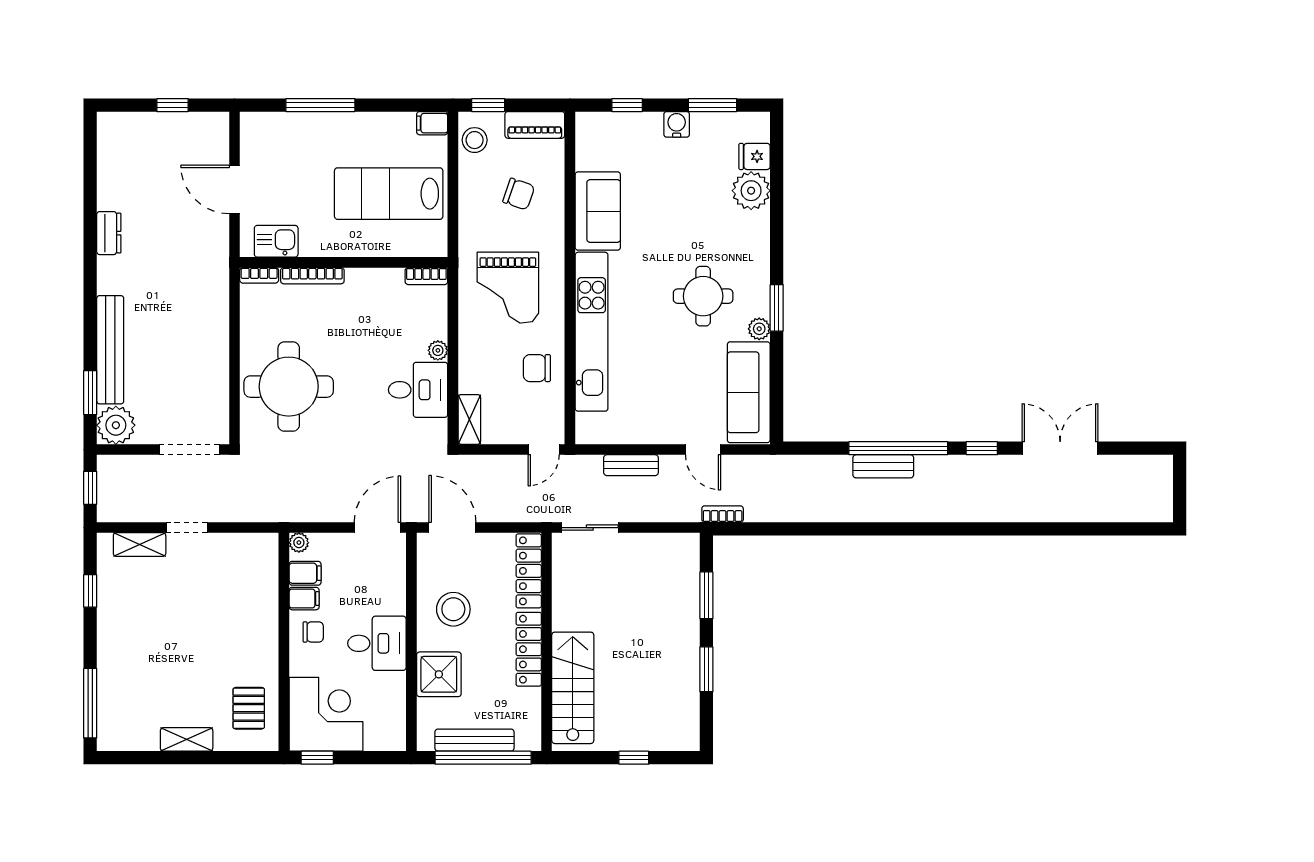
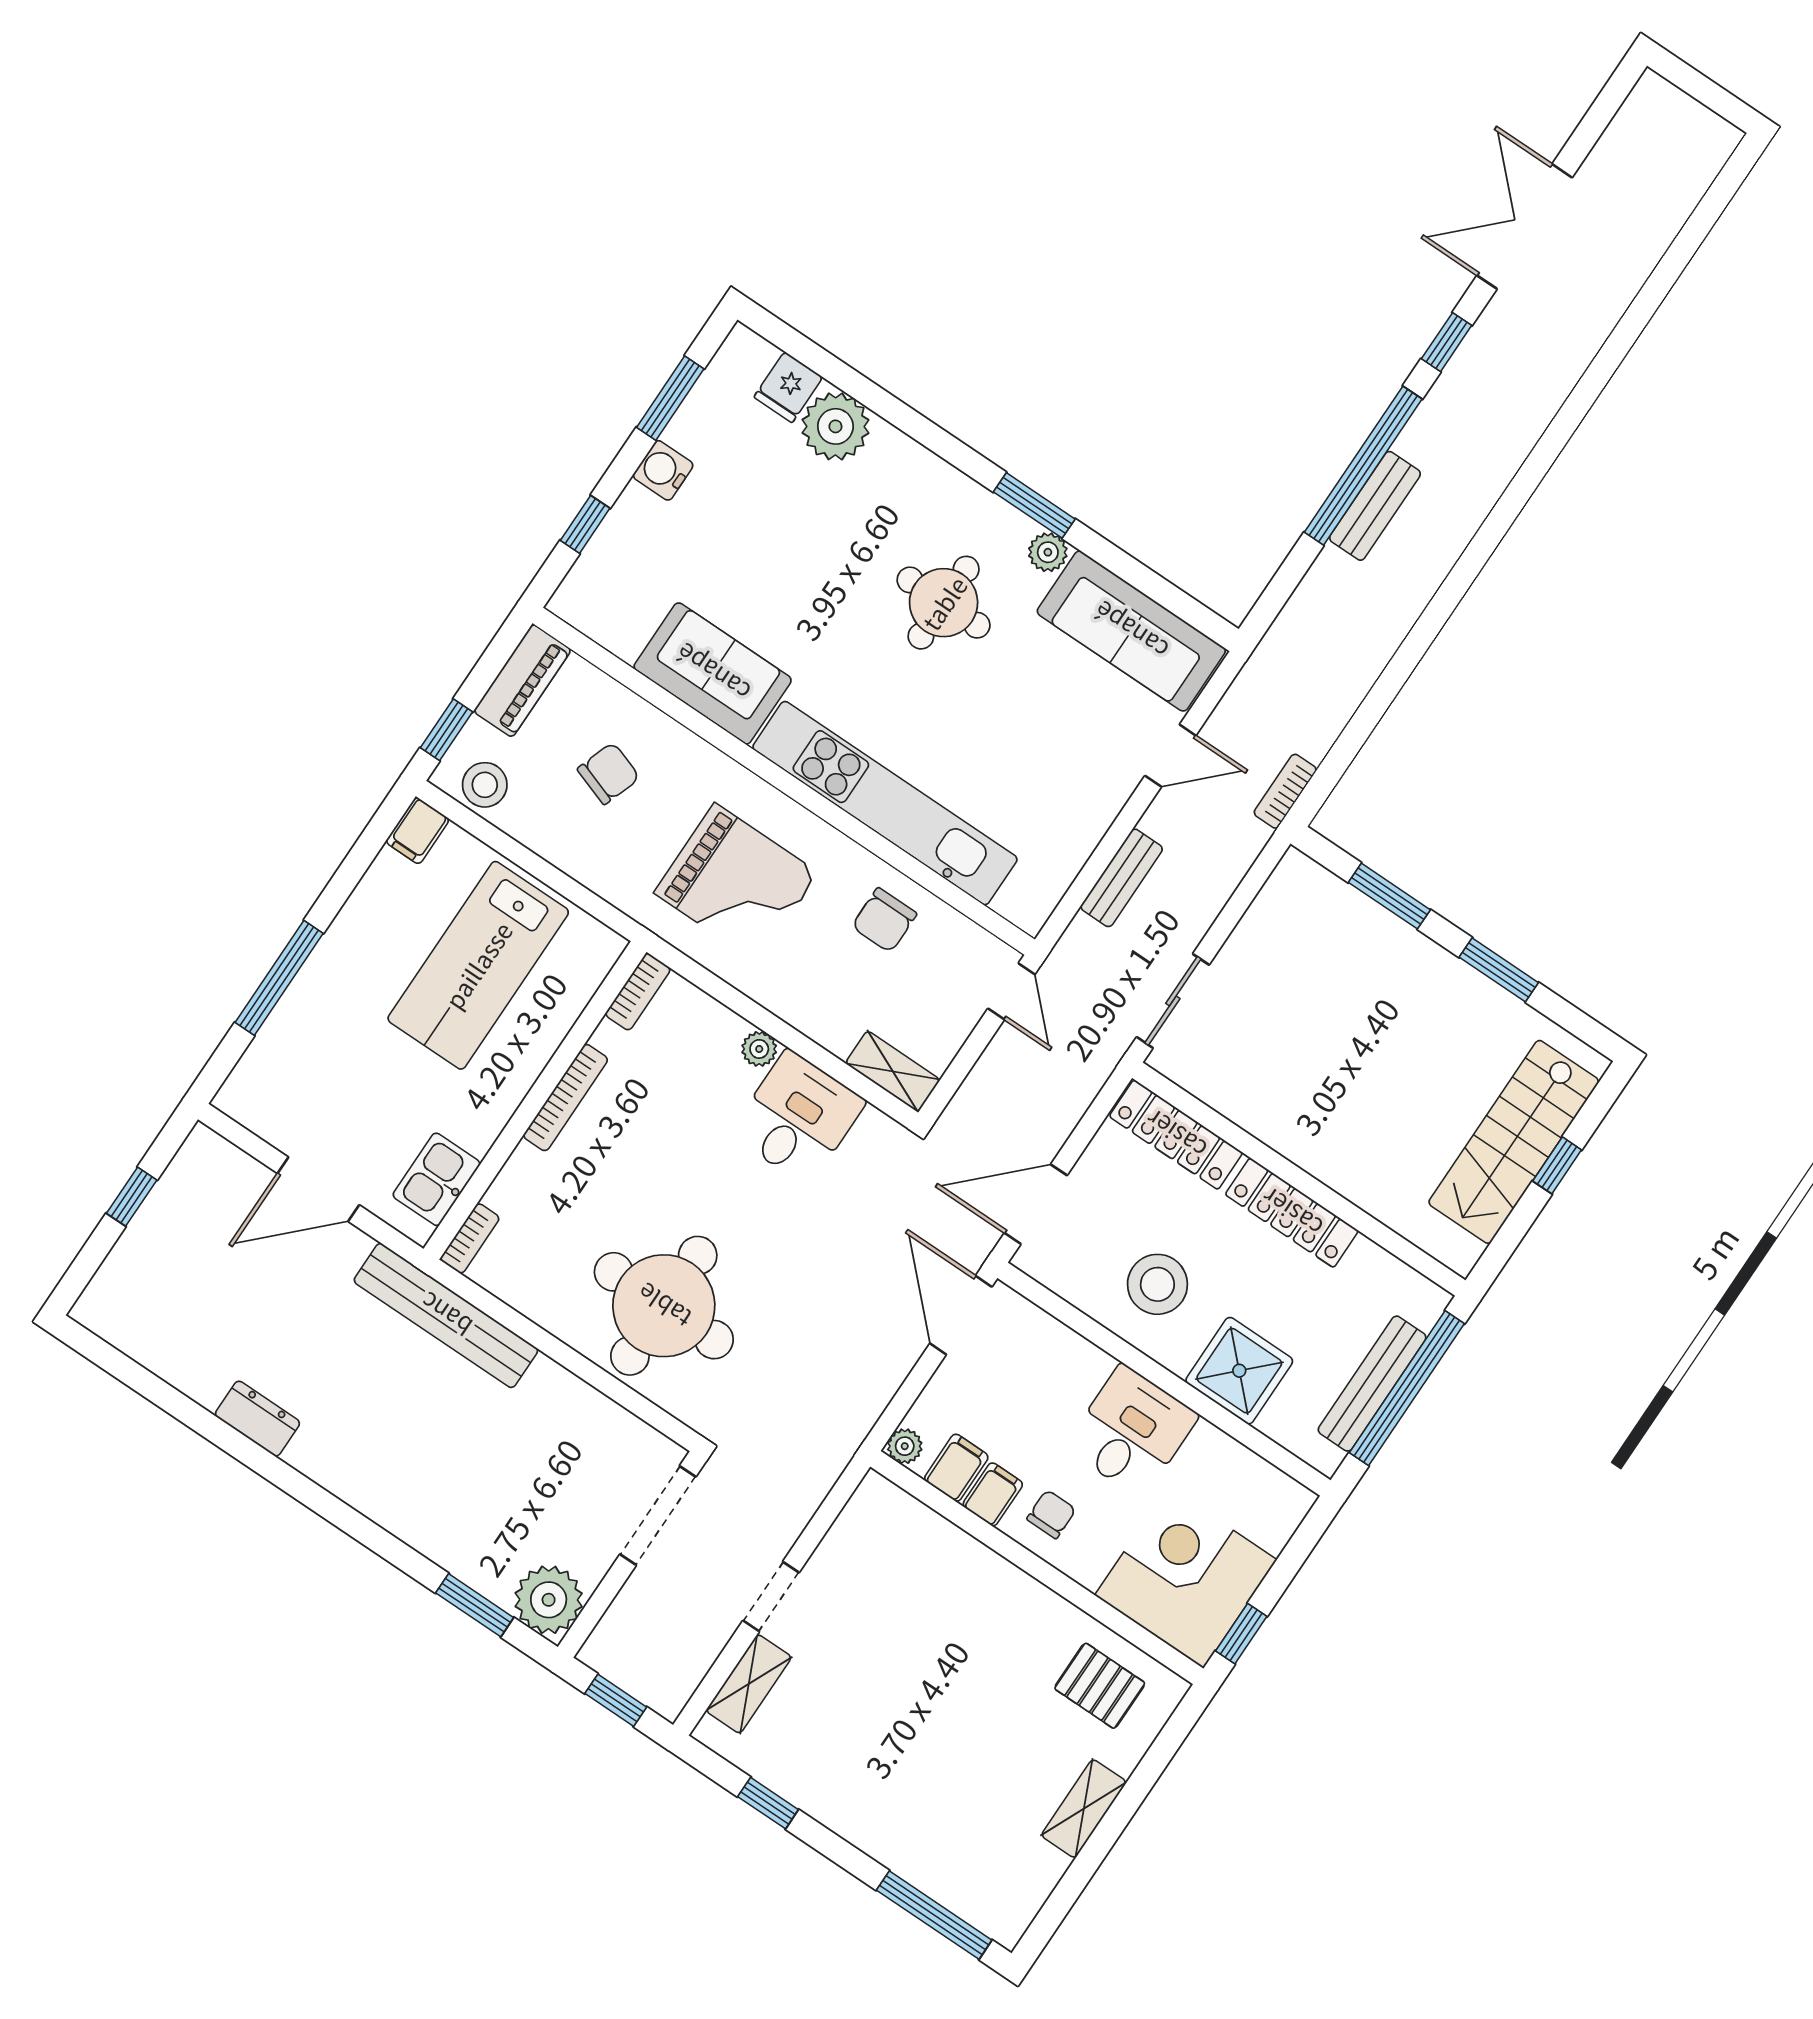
bookcase: (312, 276) -> (566, 1098), moved
bench: (110, 350) -> (446, 1315), moved
stairs: (573, 688) -> (1514, 1142), moved, turned -90

